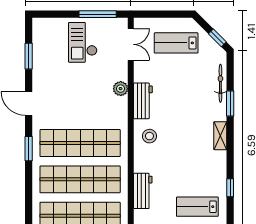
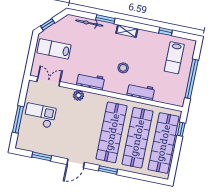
window: (98, 14) -> (18, 119), moved
window: (217, 38) -> (48, 24), moved
checkout: (83, 42) -> (40, 116), turned 180
lab bench: (176, 43) -> (54, 49), turned 90
stool: (149, 136) -> (123, 68), moved
workbench: (143, 191) -> (141, 92), moved

